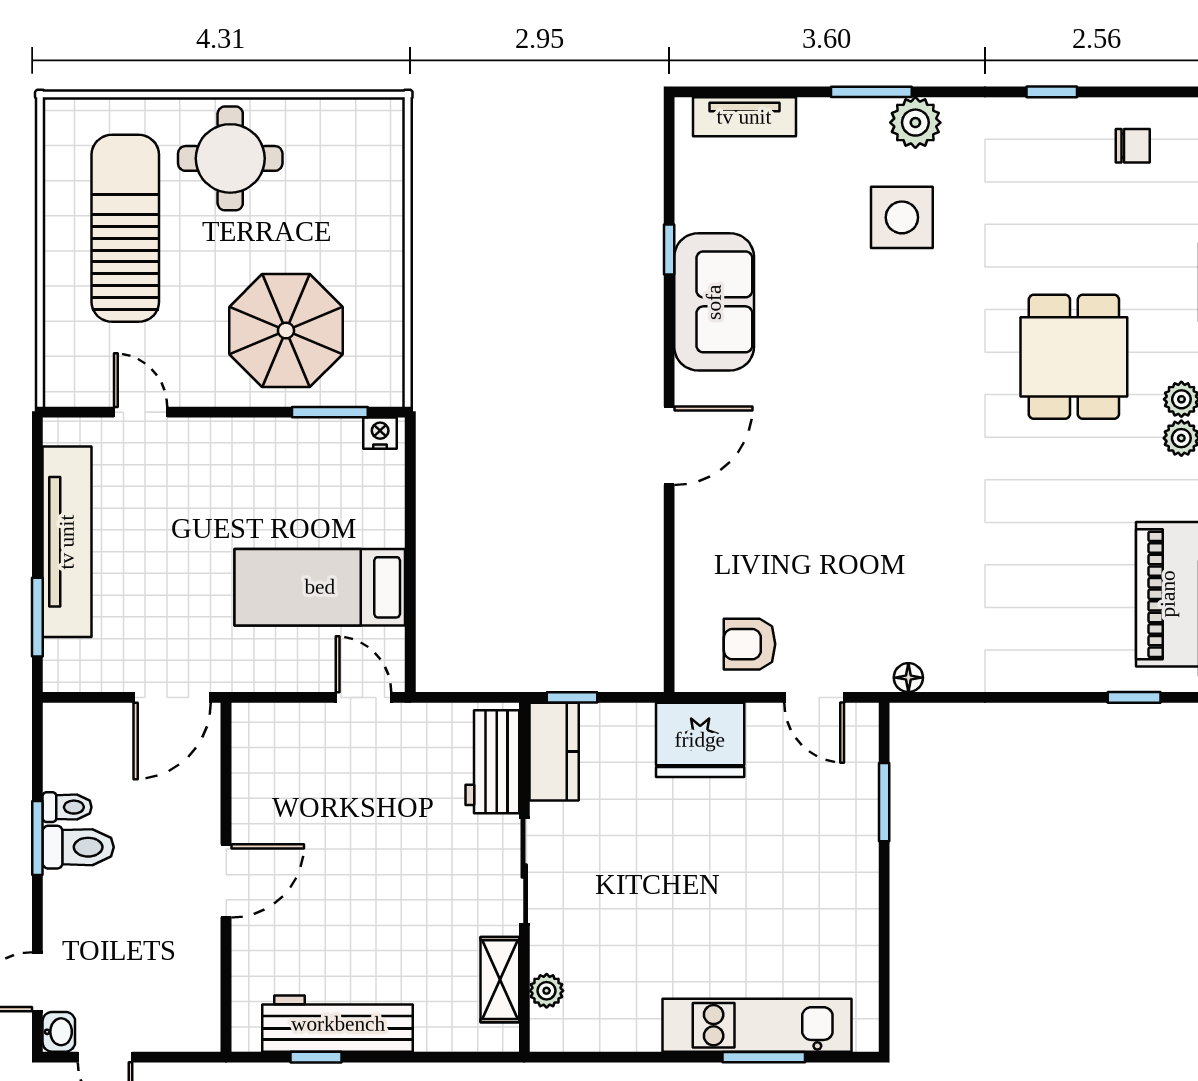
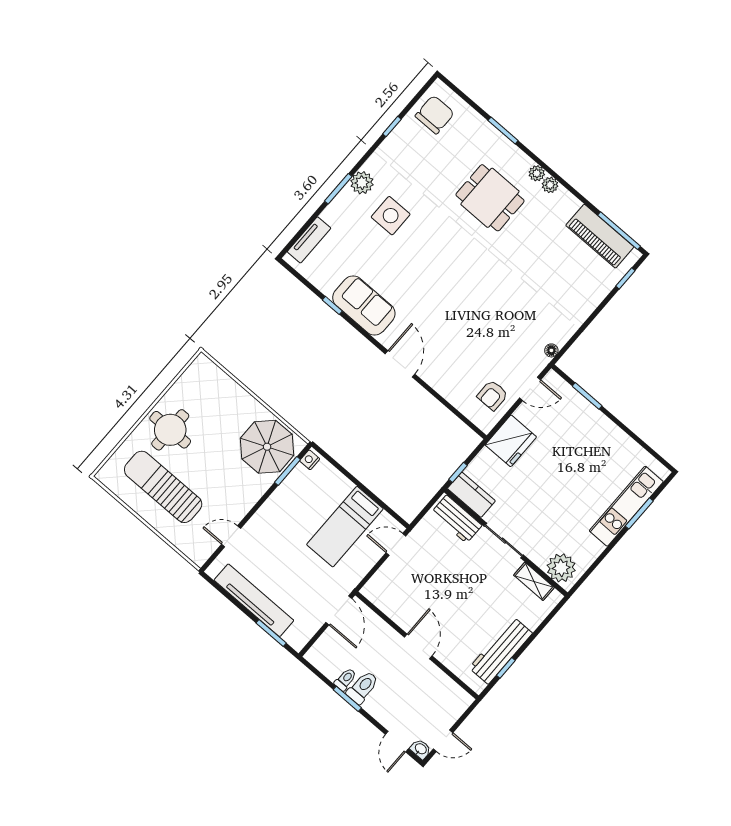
chair: (1133, 146) -> (435, 115), width x1.87, depth x1.87
parasol: (286, 331) -> (267, 447), moved
plant: (547, 991) -> (561, 568), width x1.88, depth x1.88

